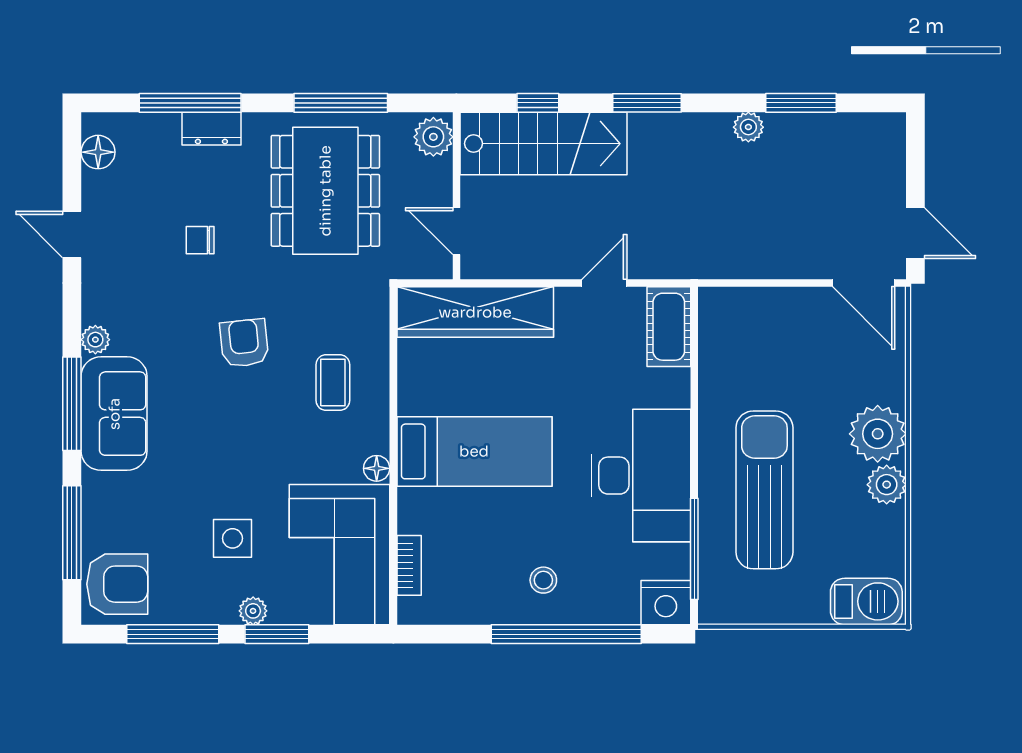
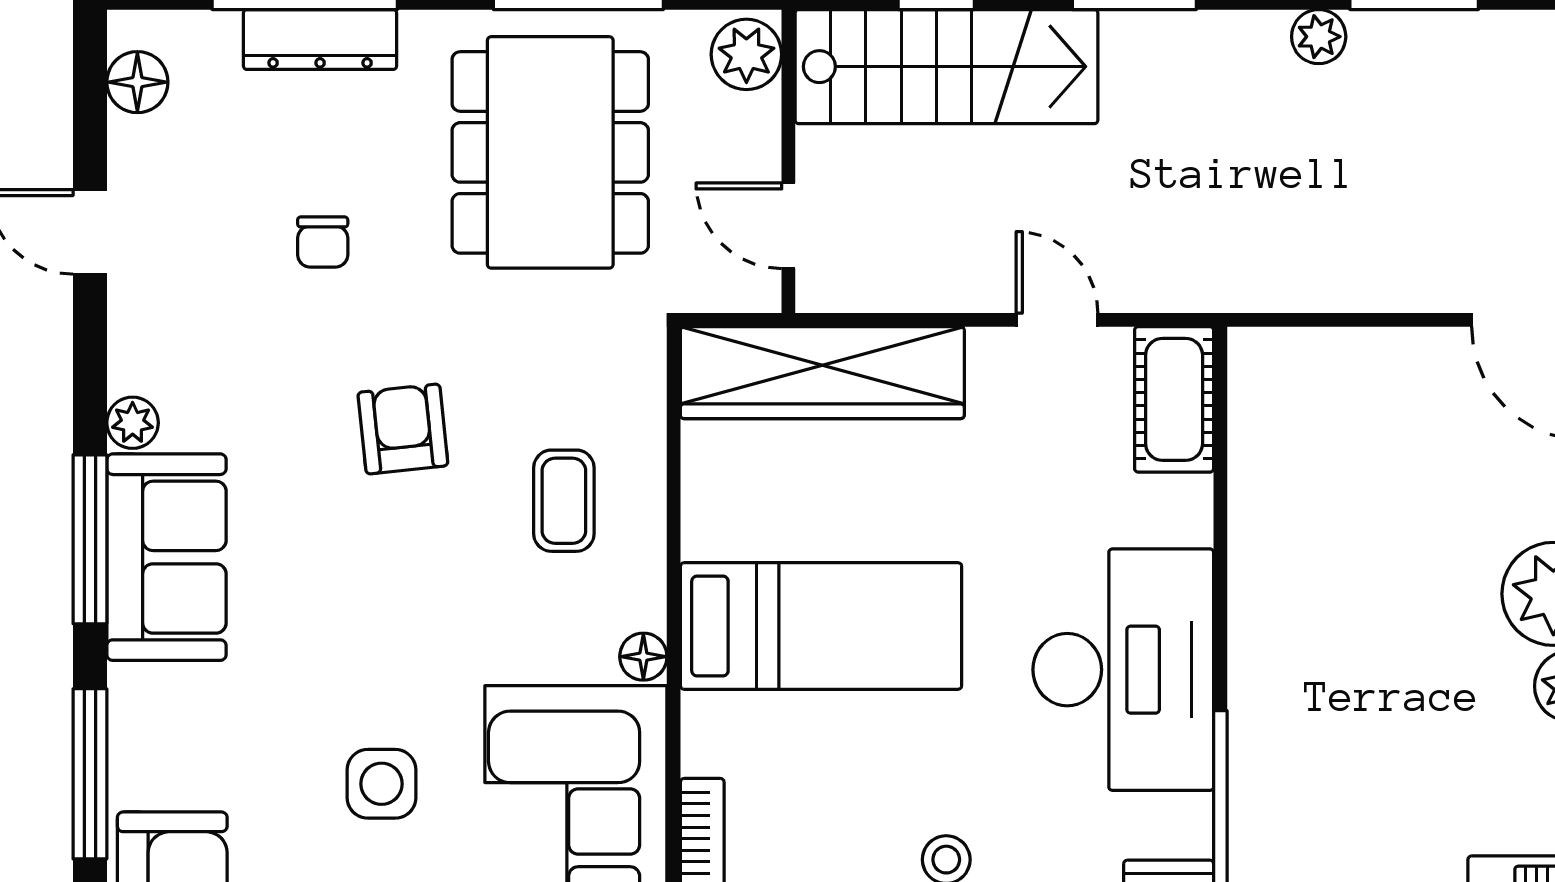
dresser: (211, 129) -> (320, 39), width x1.44
chair: (200, 240) -> (323, 242), turned -90
door: (604, 283) -> (1057, 320), hinge flipped
sun lounger: (764, 490) -> (1348, 696), removed

